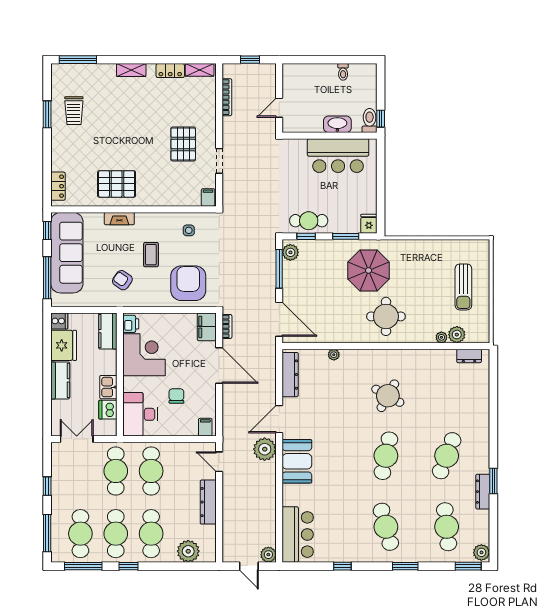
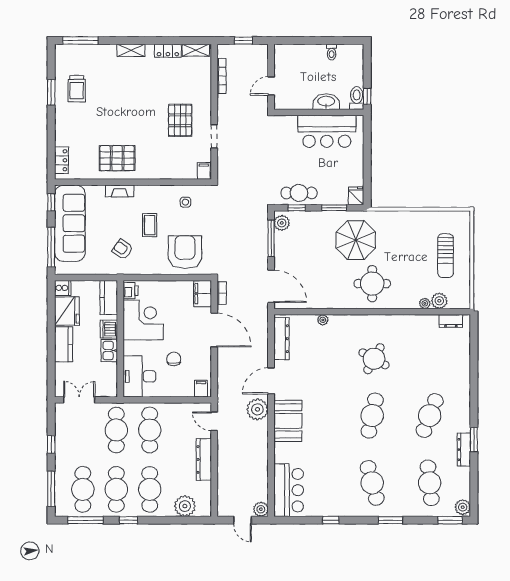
dishwasher: (108, 410) -> (109, 329), moved

